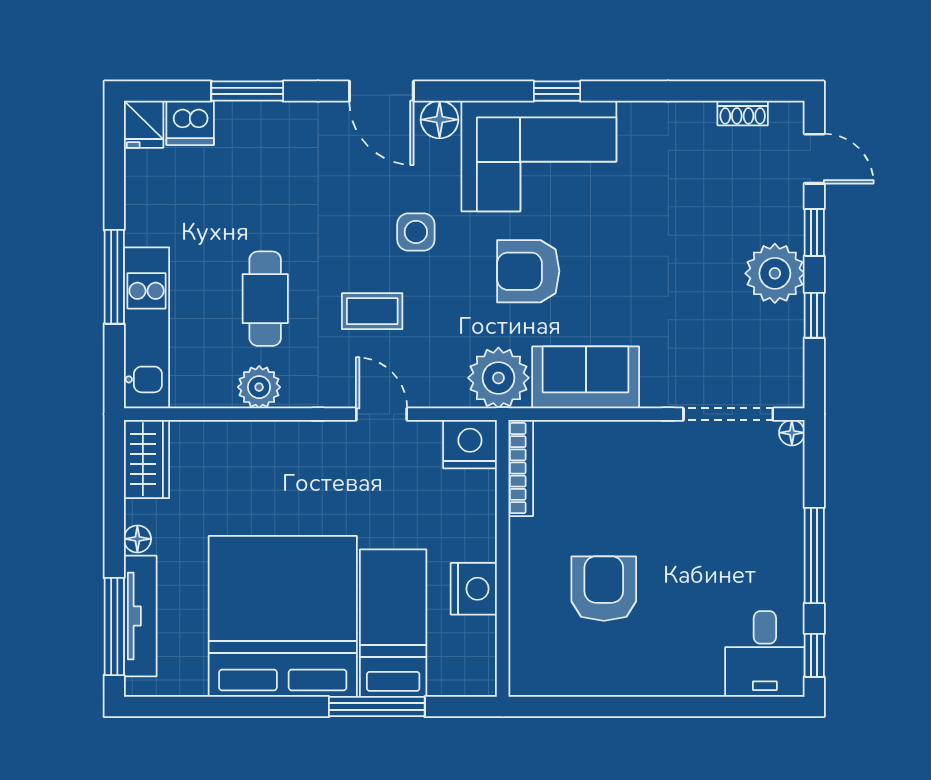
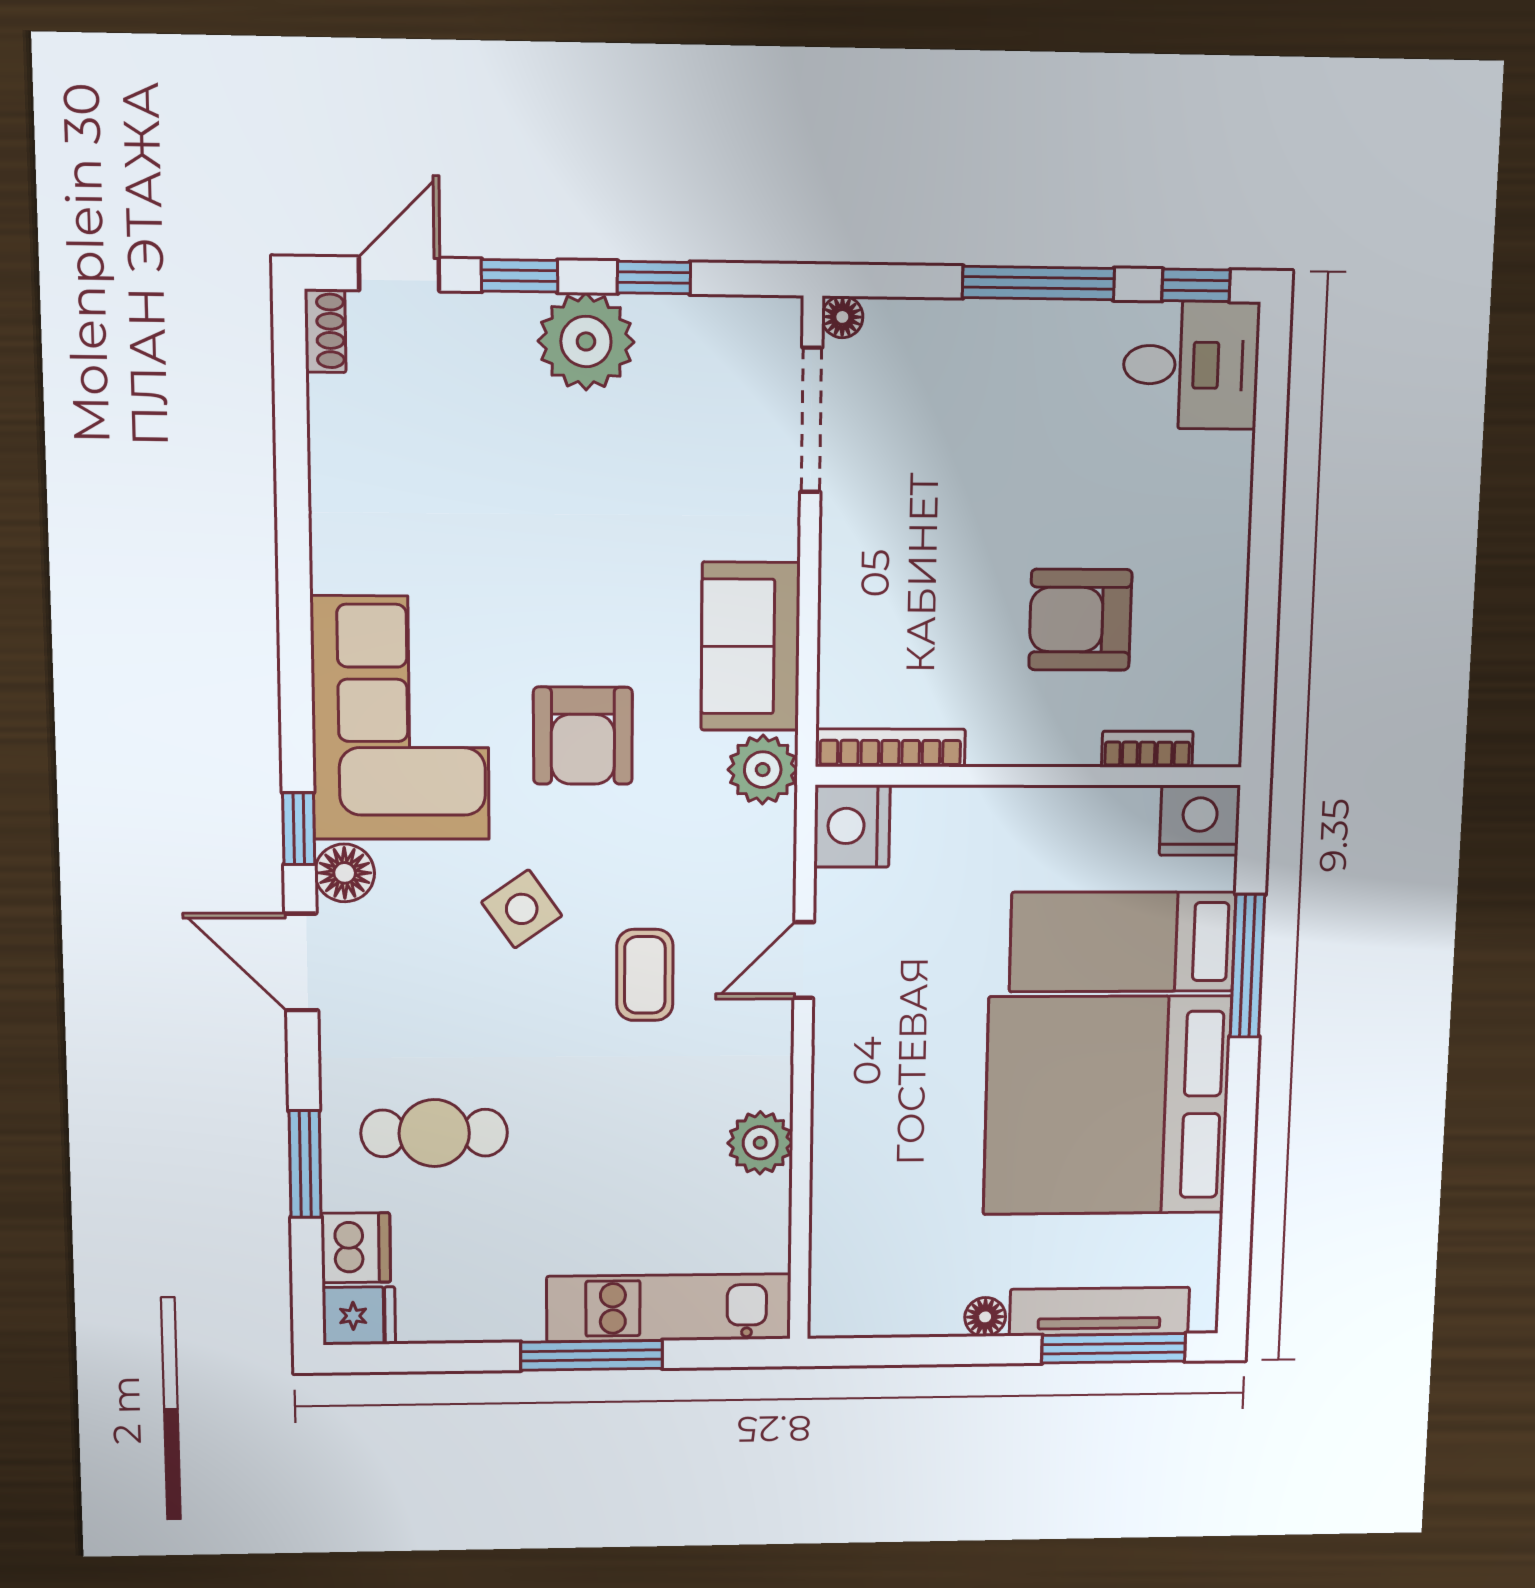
door: (381, 91) -> (301, 962), swing flipped
window: (557, 91) -> (299, 829), moved
shoe rack: (743, 113) -> (325, 331), moved
side table: (416, 232) -> (522, 909), turned -35
cafe table: (265, 299) -> (434, 1133), moved
plant: (498, 378) -> (763, 770), width x0.73, depth x0.73
wardrobe: (146, 459) -> (866, 1305), removed
nightstand: (474, 589) -> (1200, 820), moved
bookcase: (520, 635) -> (1147, 749), added

